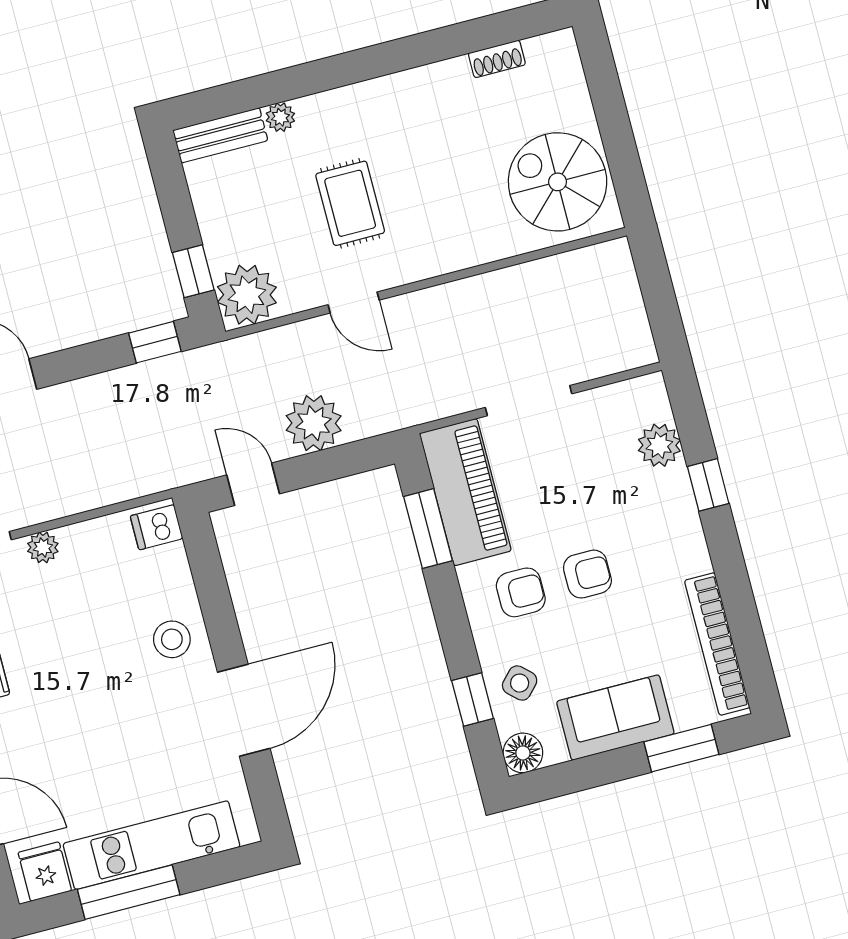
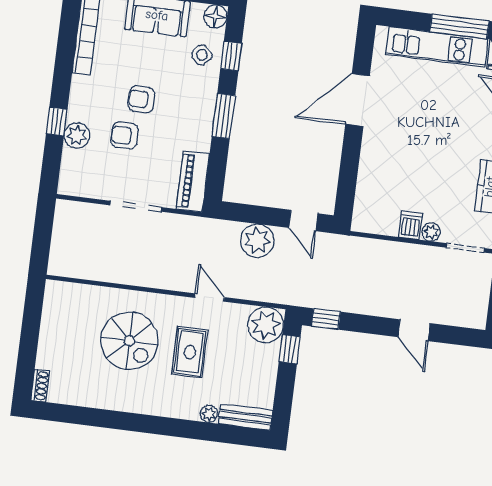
shoe rack: (497, 59) -> (40, 386), moved, turned 90
spiral stairs: (558, 182) -> (129, 341), moved
plant: (659, 445) -> (77, 135), moved
piano: (465, 492) -> (193, 182), width x0.73, depth x0.75
dishwasher: (157, 527) -> (410, 225), moved, turned -90
window: (428, 529) -> (223, 116), moved
armchair: (521, 592) -> (125, 135), moved
stool: (172, 639) -> (381, 154), removed

